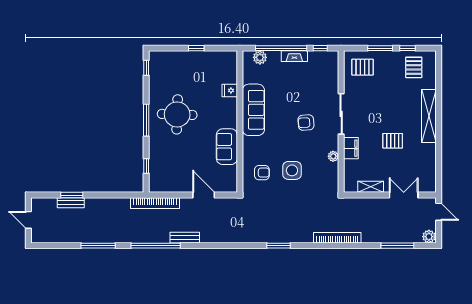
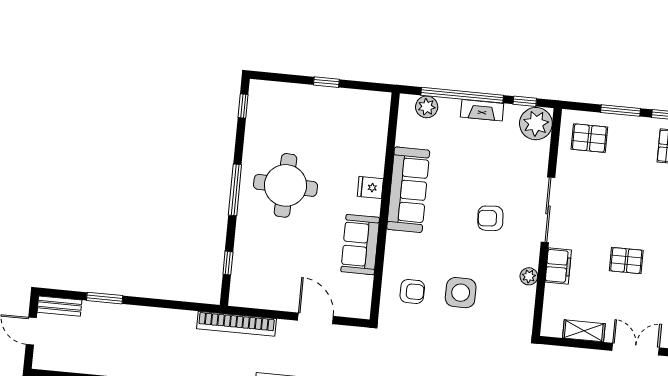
plant: (329, 61) -> (536, 124), added
fridge: (230, 90) -> (370, 187), moved
bench: (71, 203) -> (59, 306), moved

